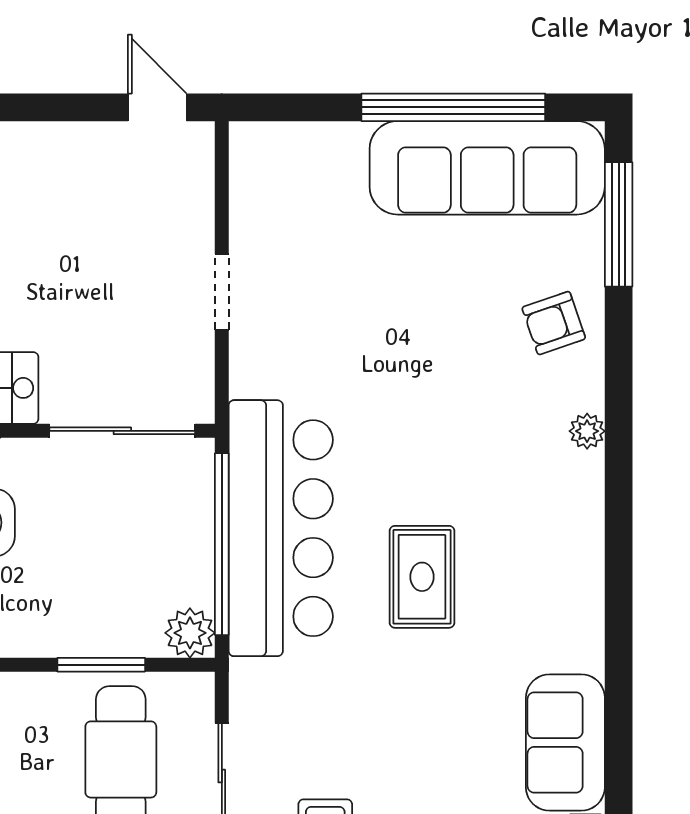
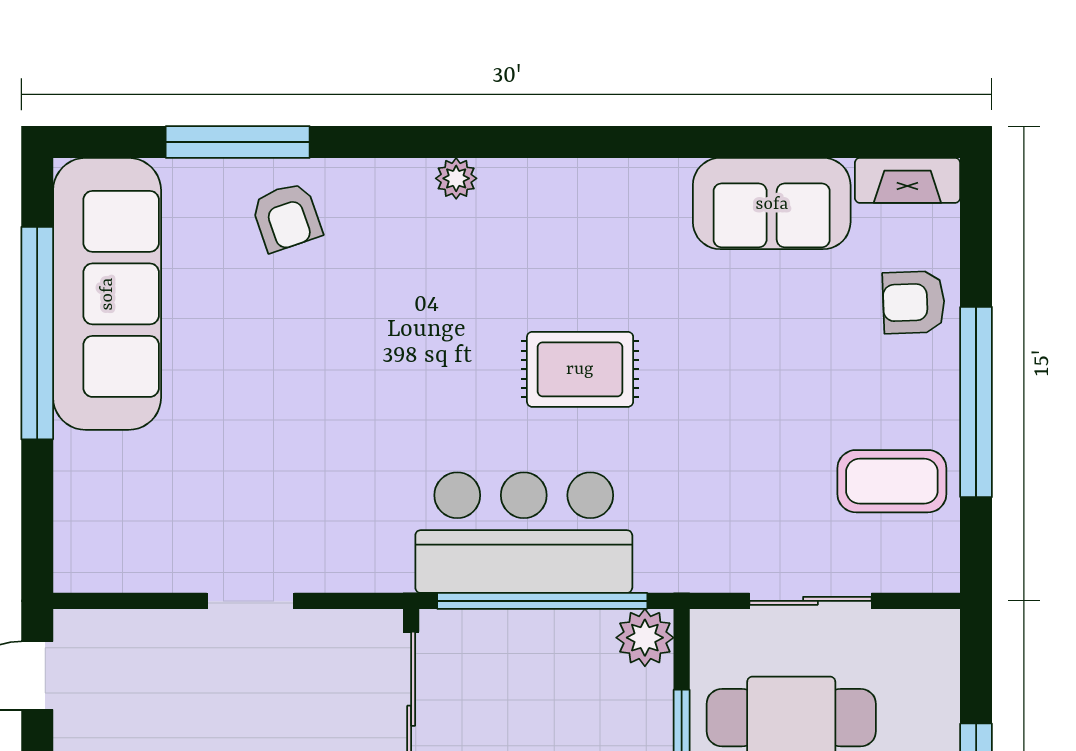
window: (619, 224) -> (238, 142), moved
plant: (587, 431) -> (456, 178), moved
bar counter: (281, 528) -> (524, 533), width x0.73

